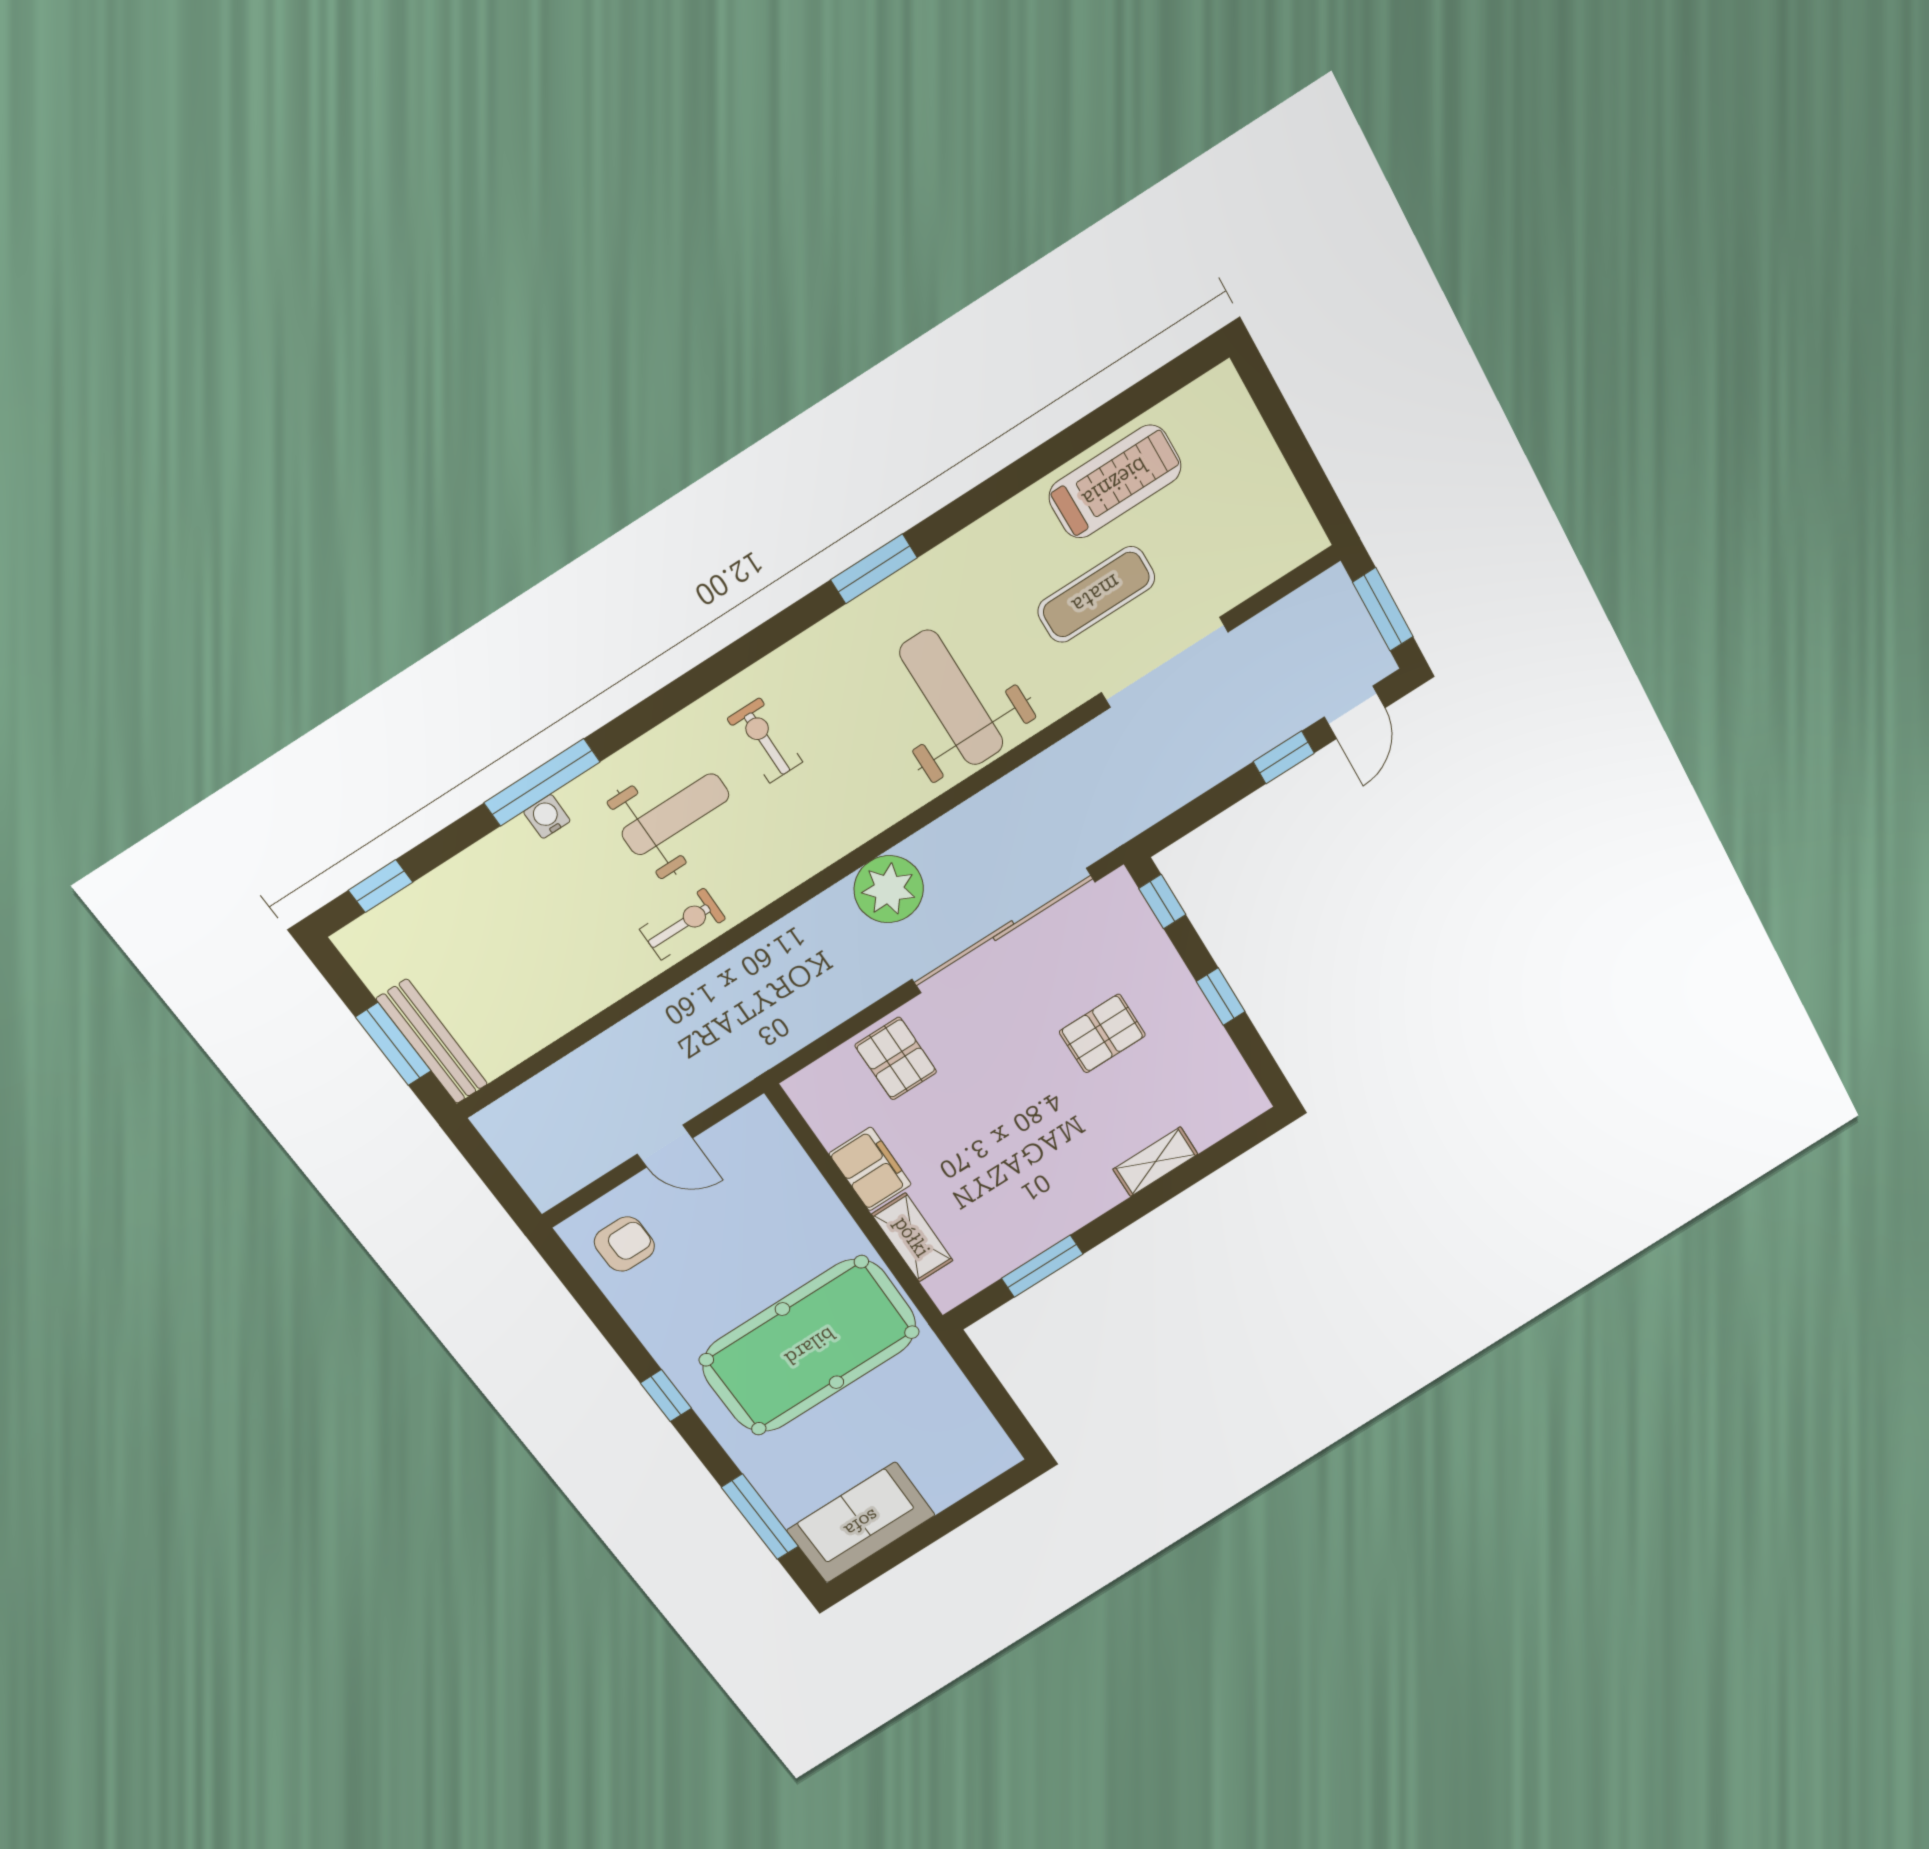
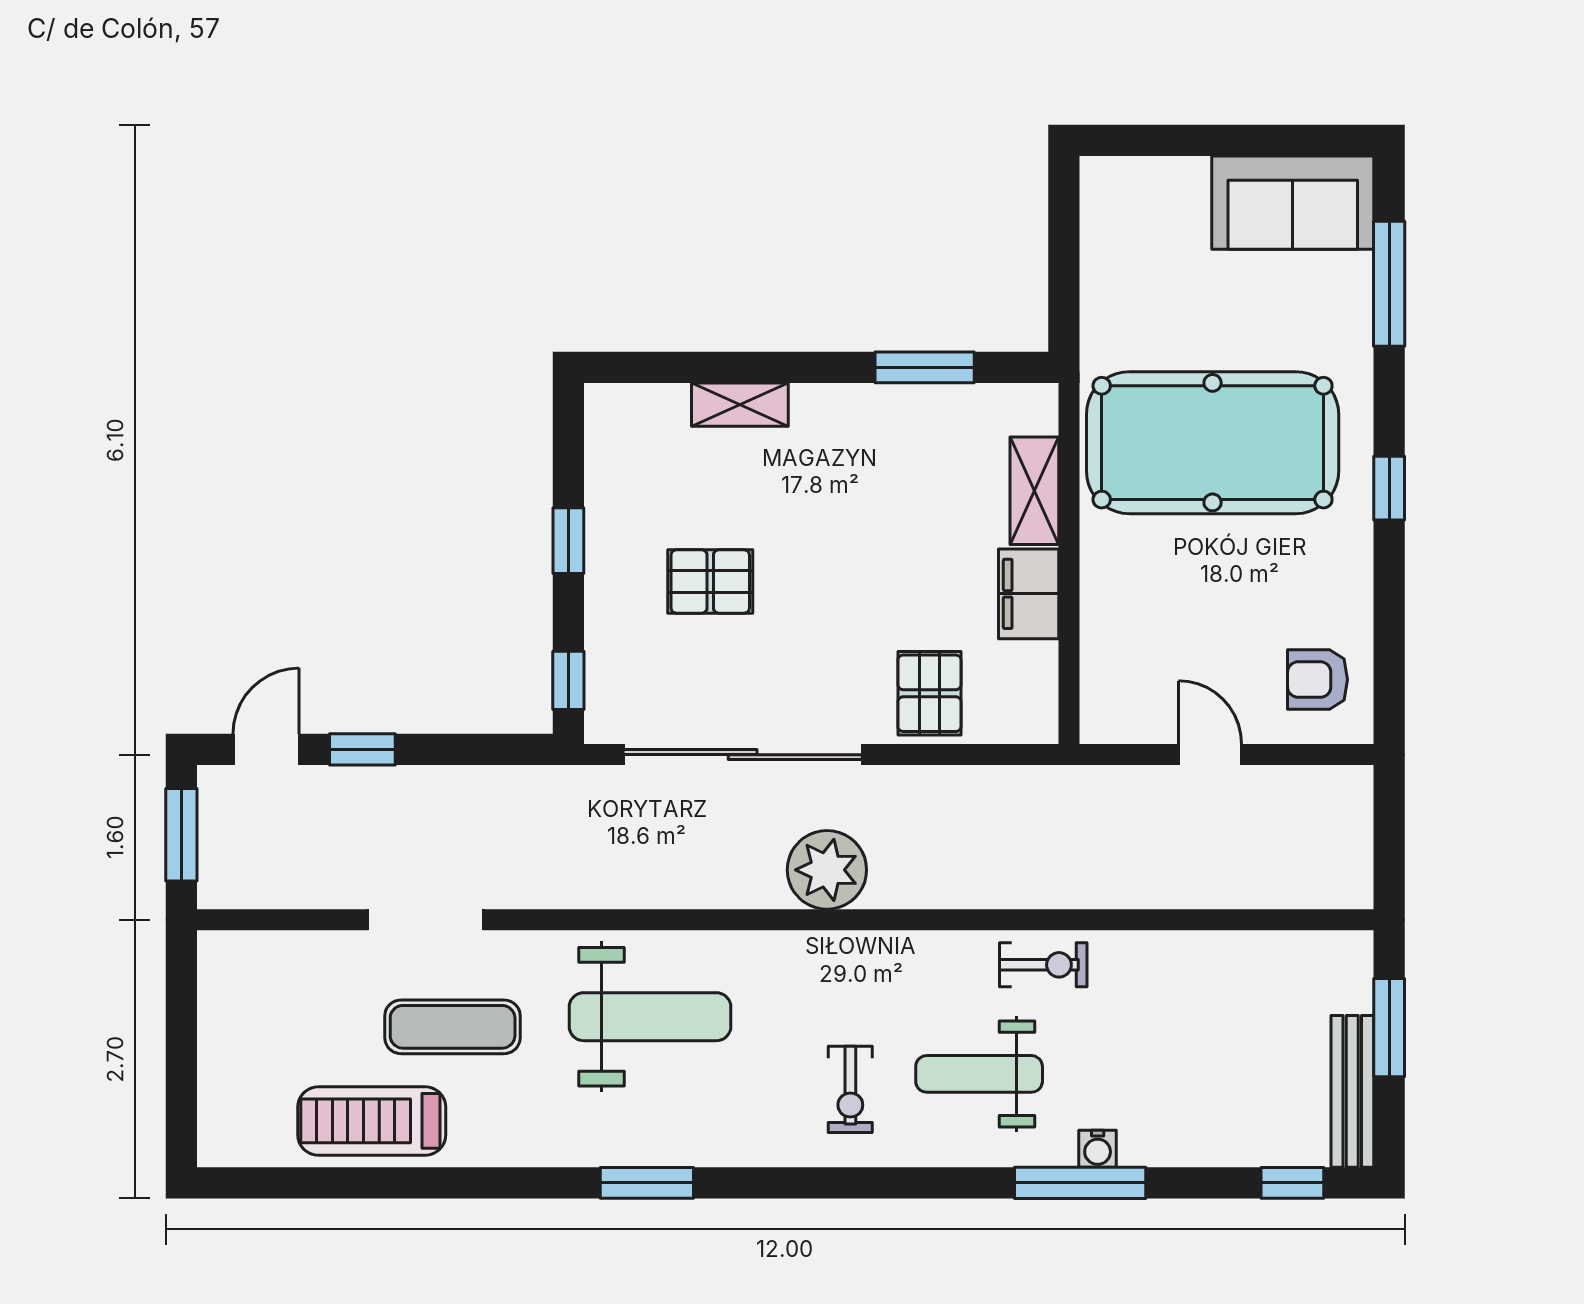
doorway: (1165, 662) -> (425, 920), width x0.73
weight bench: (952, 698) -> (650, 1017), turned -90
exercise bike: (683, 924) -> (1043, 965), turned 180
bench: (432, 1042) -> (1352, 1091), moved

